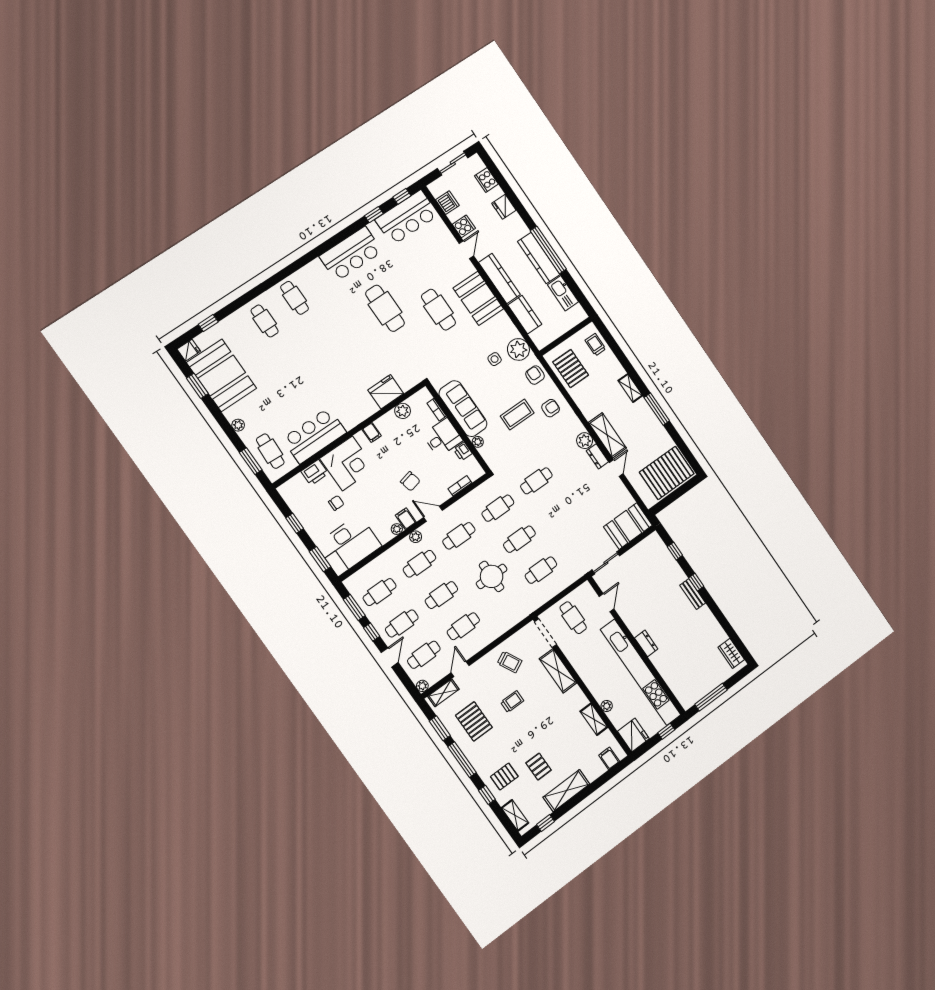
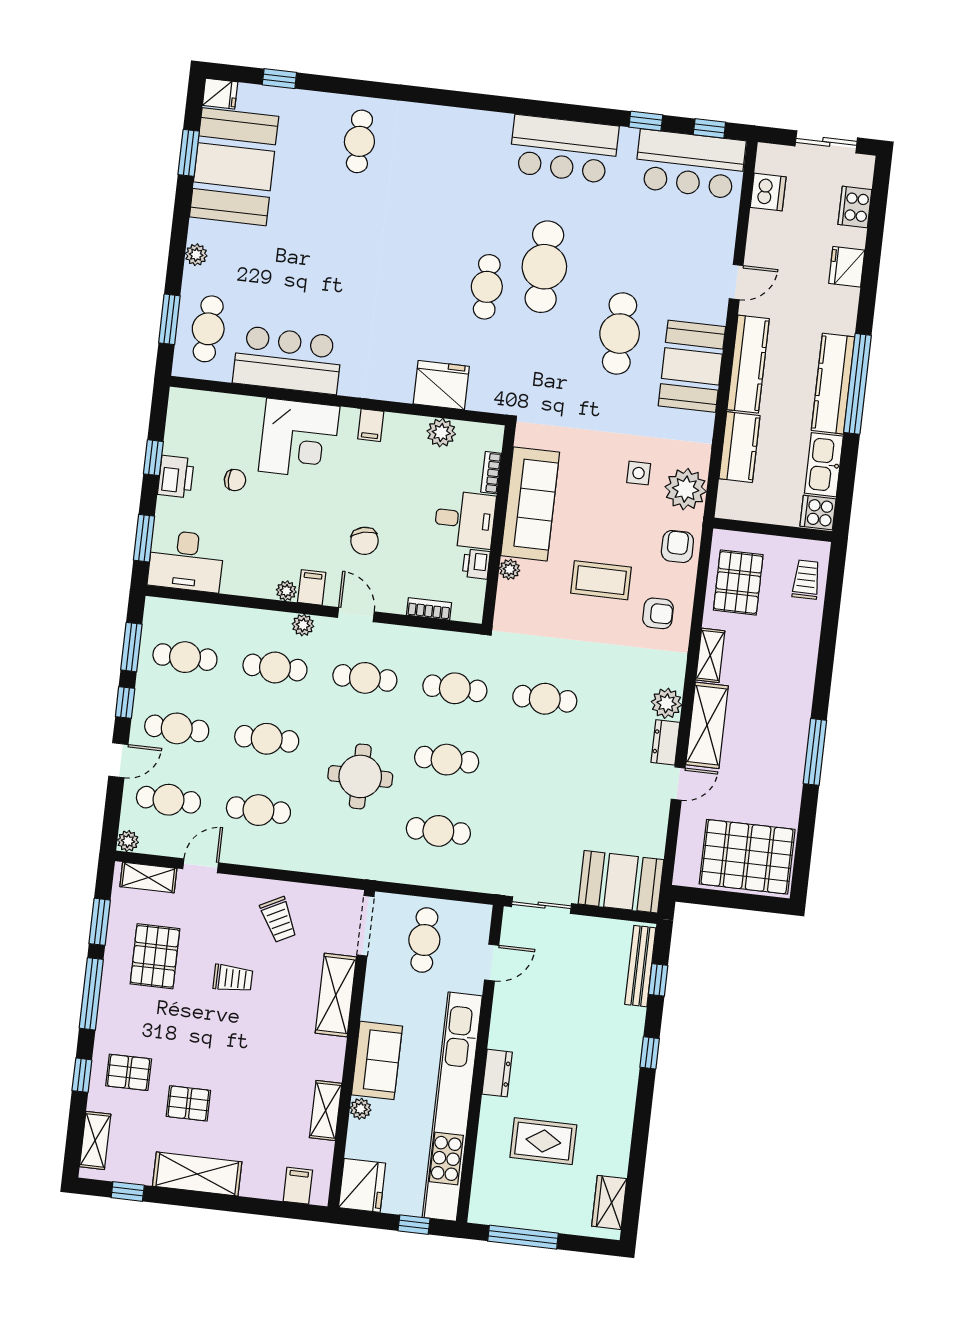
cooker: (464, 226) -> (818, 513), moved, turned 180
cafe table: (295, 298) -> (487, 287), moved
shelving: (630, 388) -> (710, 655), moved
printer: (315, 472) -> (176, 477), moved, turned -90
desk: (349, 545) -> (186, 561), width x0.73, depth x0.77
bench: (693, 594) -> (640, 966), moved, width x1.36
rug: (686, 653) -> (543, 1141), added
sofa: (596, 681) -> (377, 1060), added
pallet: (539, 767) -> (188, 1103), turned 90

